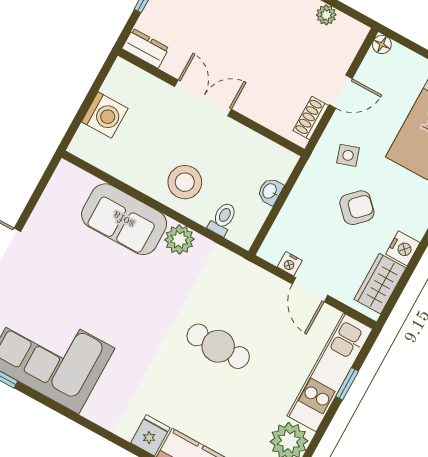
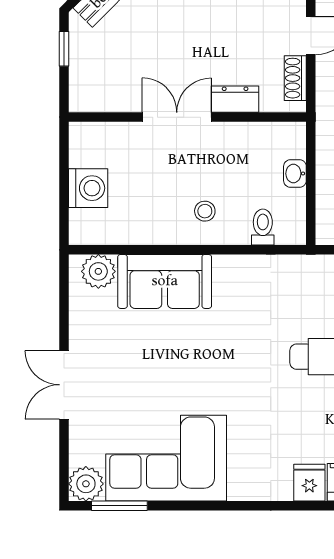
dresser: (145, 48) -> (235, 99), moved
stool: (185, 182) -> (205, 211), width x0.53, depth x0.53
plant: (179, 240) -> (98, 271), moved

